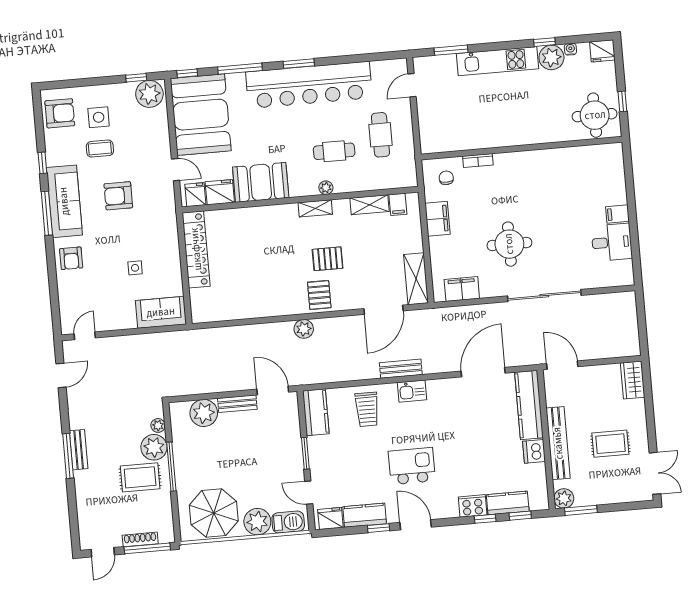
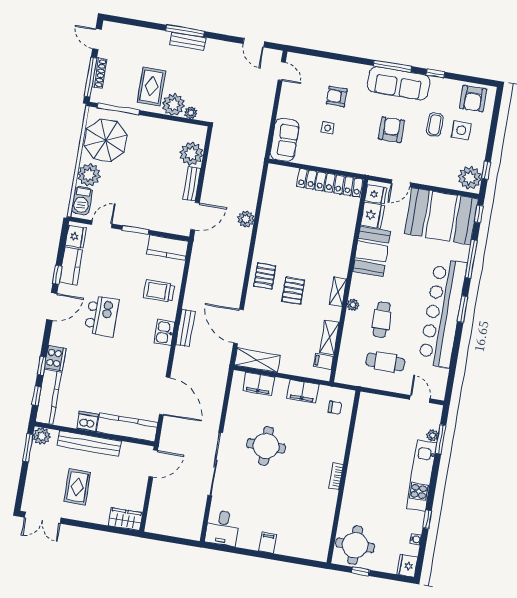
plant: (551, 57) -> (432, 435), moved, width x0.53, depth x0.53
bookcase: (478, 161) -> (336, 476), moved
desk: (612, 242) -> (222, 528), moved
armchair: (71, 258) -> (337, 96), moved
filing cabinet: (462, 289) -> (259, 384), moved, turned 90
pallet: (319, 295) -> (265, 276), turned 90
plant: (304, 329) -> (246, 219), moved
window: (171, 467) -> (118, 109), moved
kitchen counter: (508, 503) -> (49, 397), width x1.50

